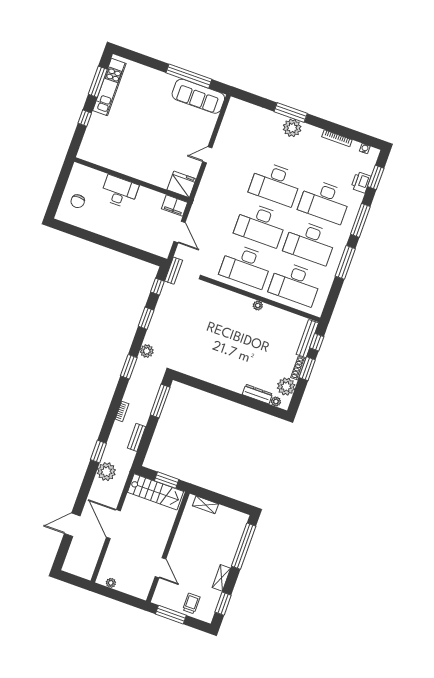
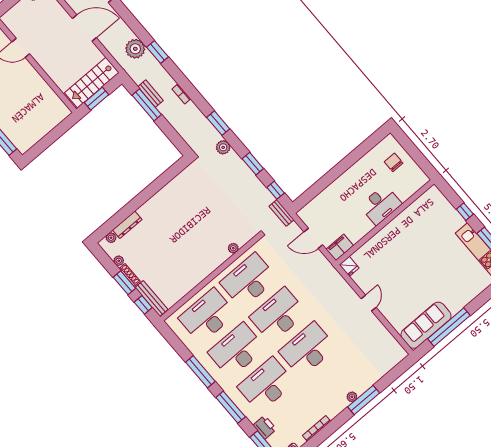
plant: (292, 128) -> (352, 397), width x0.53, depth x0.53
fridge: (182, 184) -> (349, 266), width x0.53, depth x0.75
plant: (258, 305) -> (233, 248), moved
plant: (286, 387) -> (119, 261), width x0.53, depth x0.53
window: (160, 401) -> (147, 105), moved
shelving: (205, 505) -> (54, 121), removed

